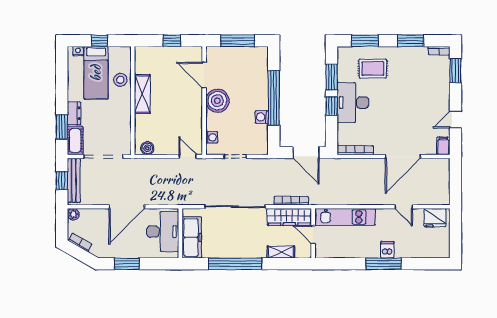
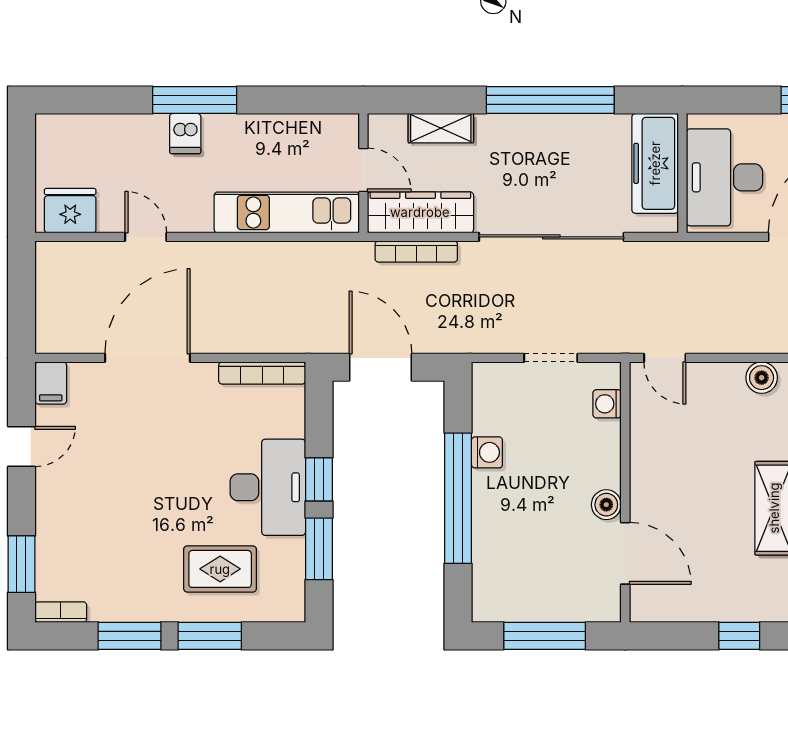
window: (172, 41) -> (739, 636), moved
window: (365, 41) -> (210, 636), moved
boiler: (217, 101) -> (606, 505), width x0.54, depth x0.54

